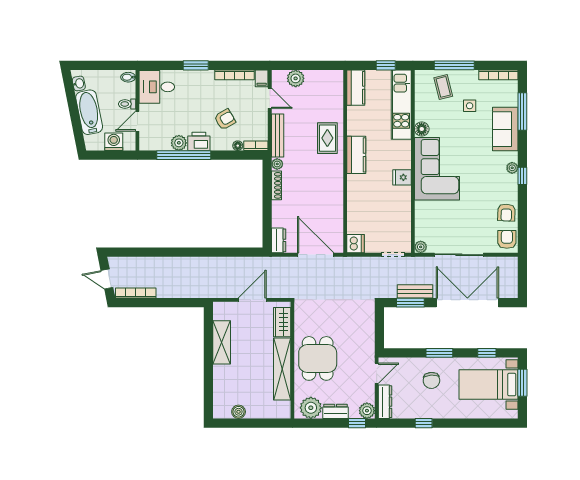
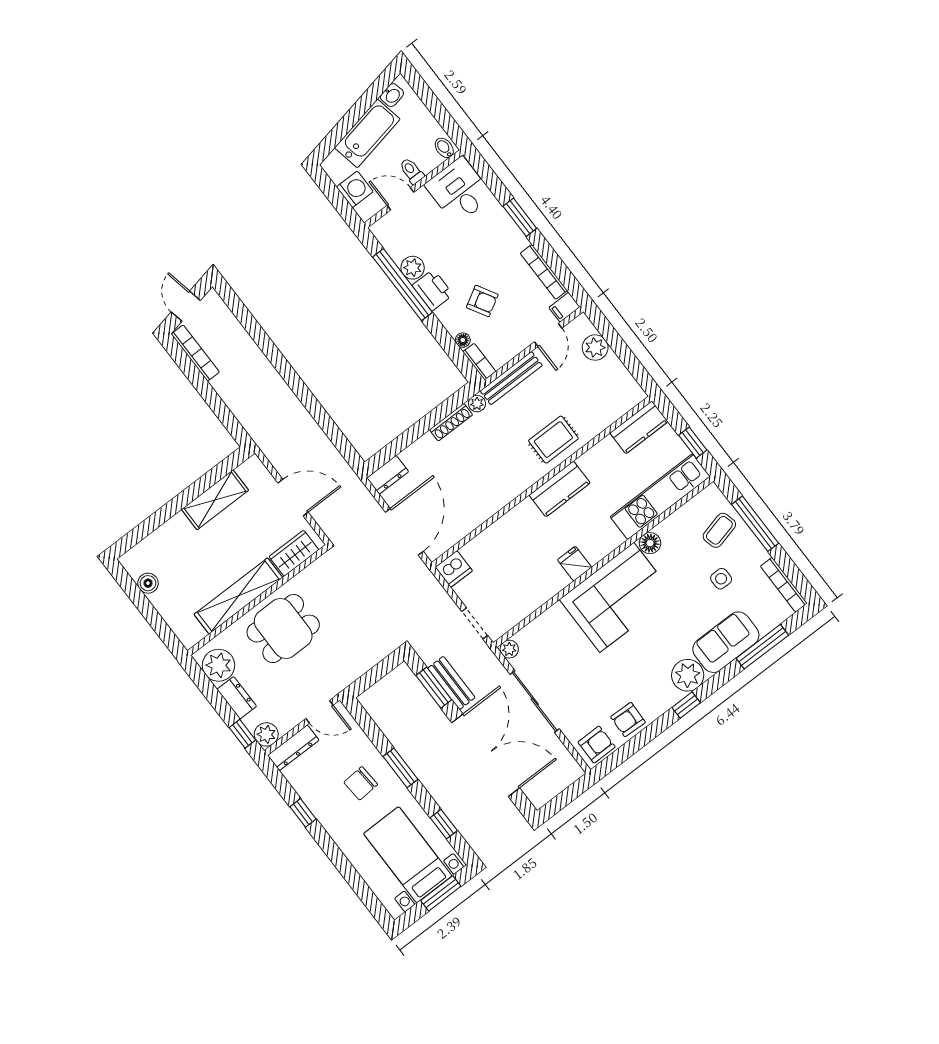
plant: (512, 168) -> (688, 675), width x1.88, depth x1.88

